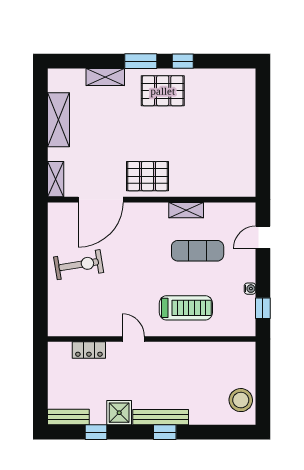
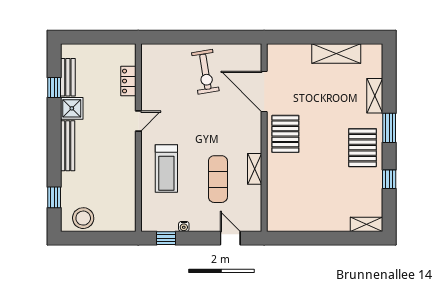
window: (183, 61) -> (389, 179), moved
shelving: (56, 179) -> (366, 224), moved
bench: (68, 417) -> (68, 77), moved
window: (165, 432) -> (54, 197), moved

